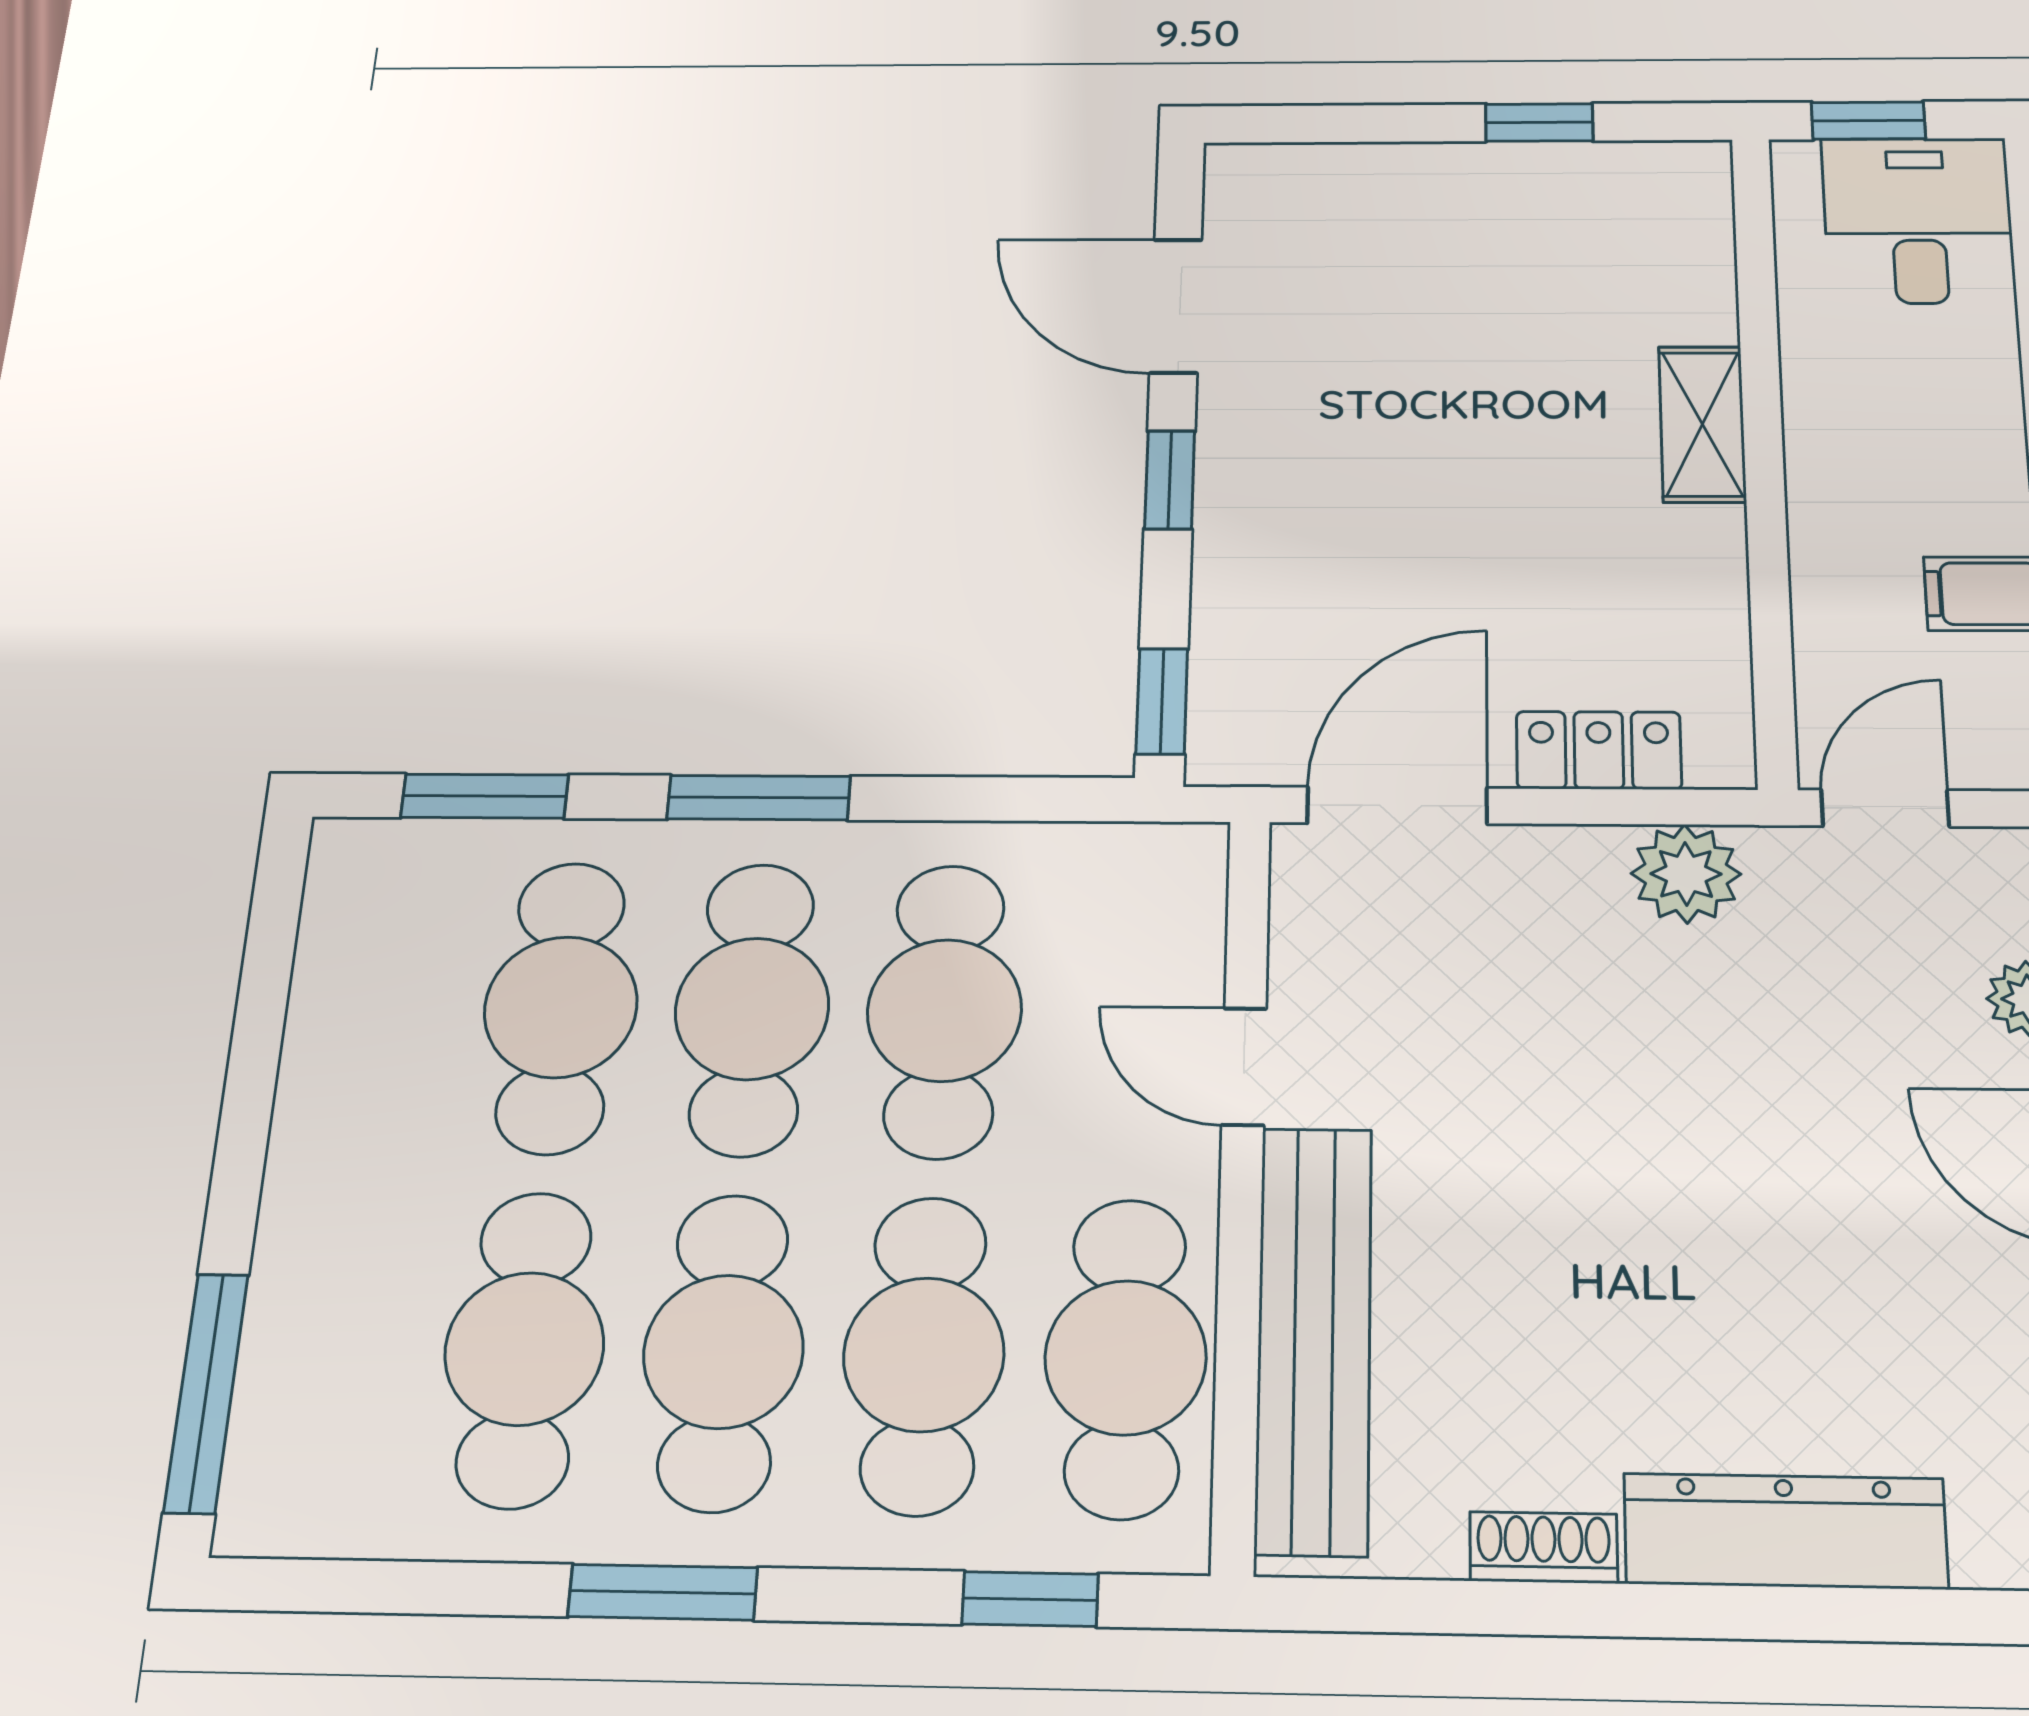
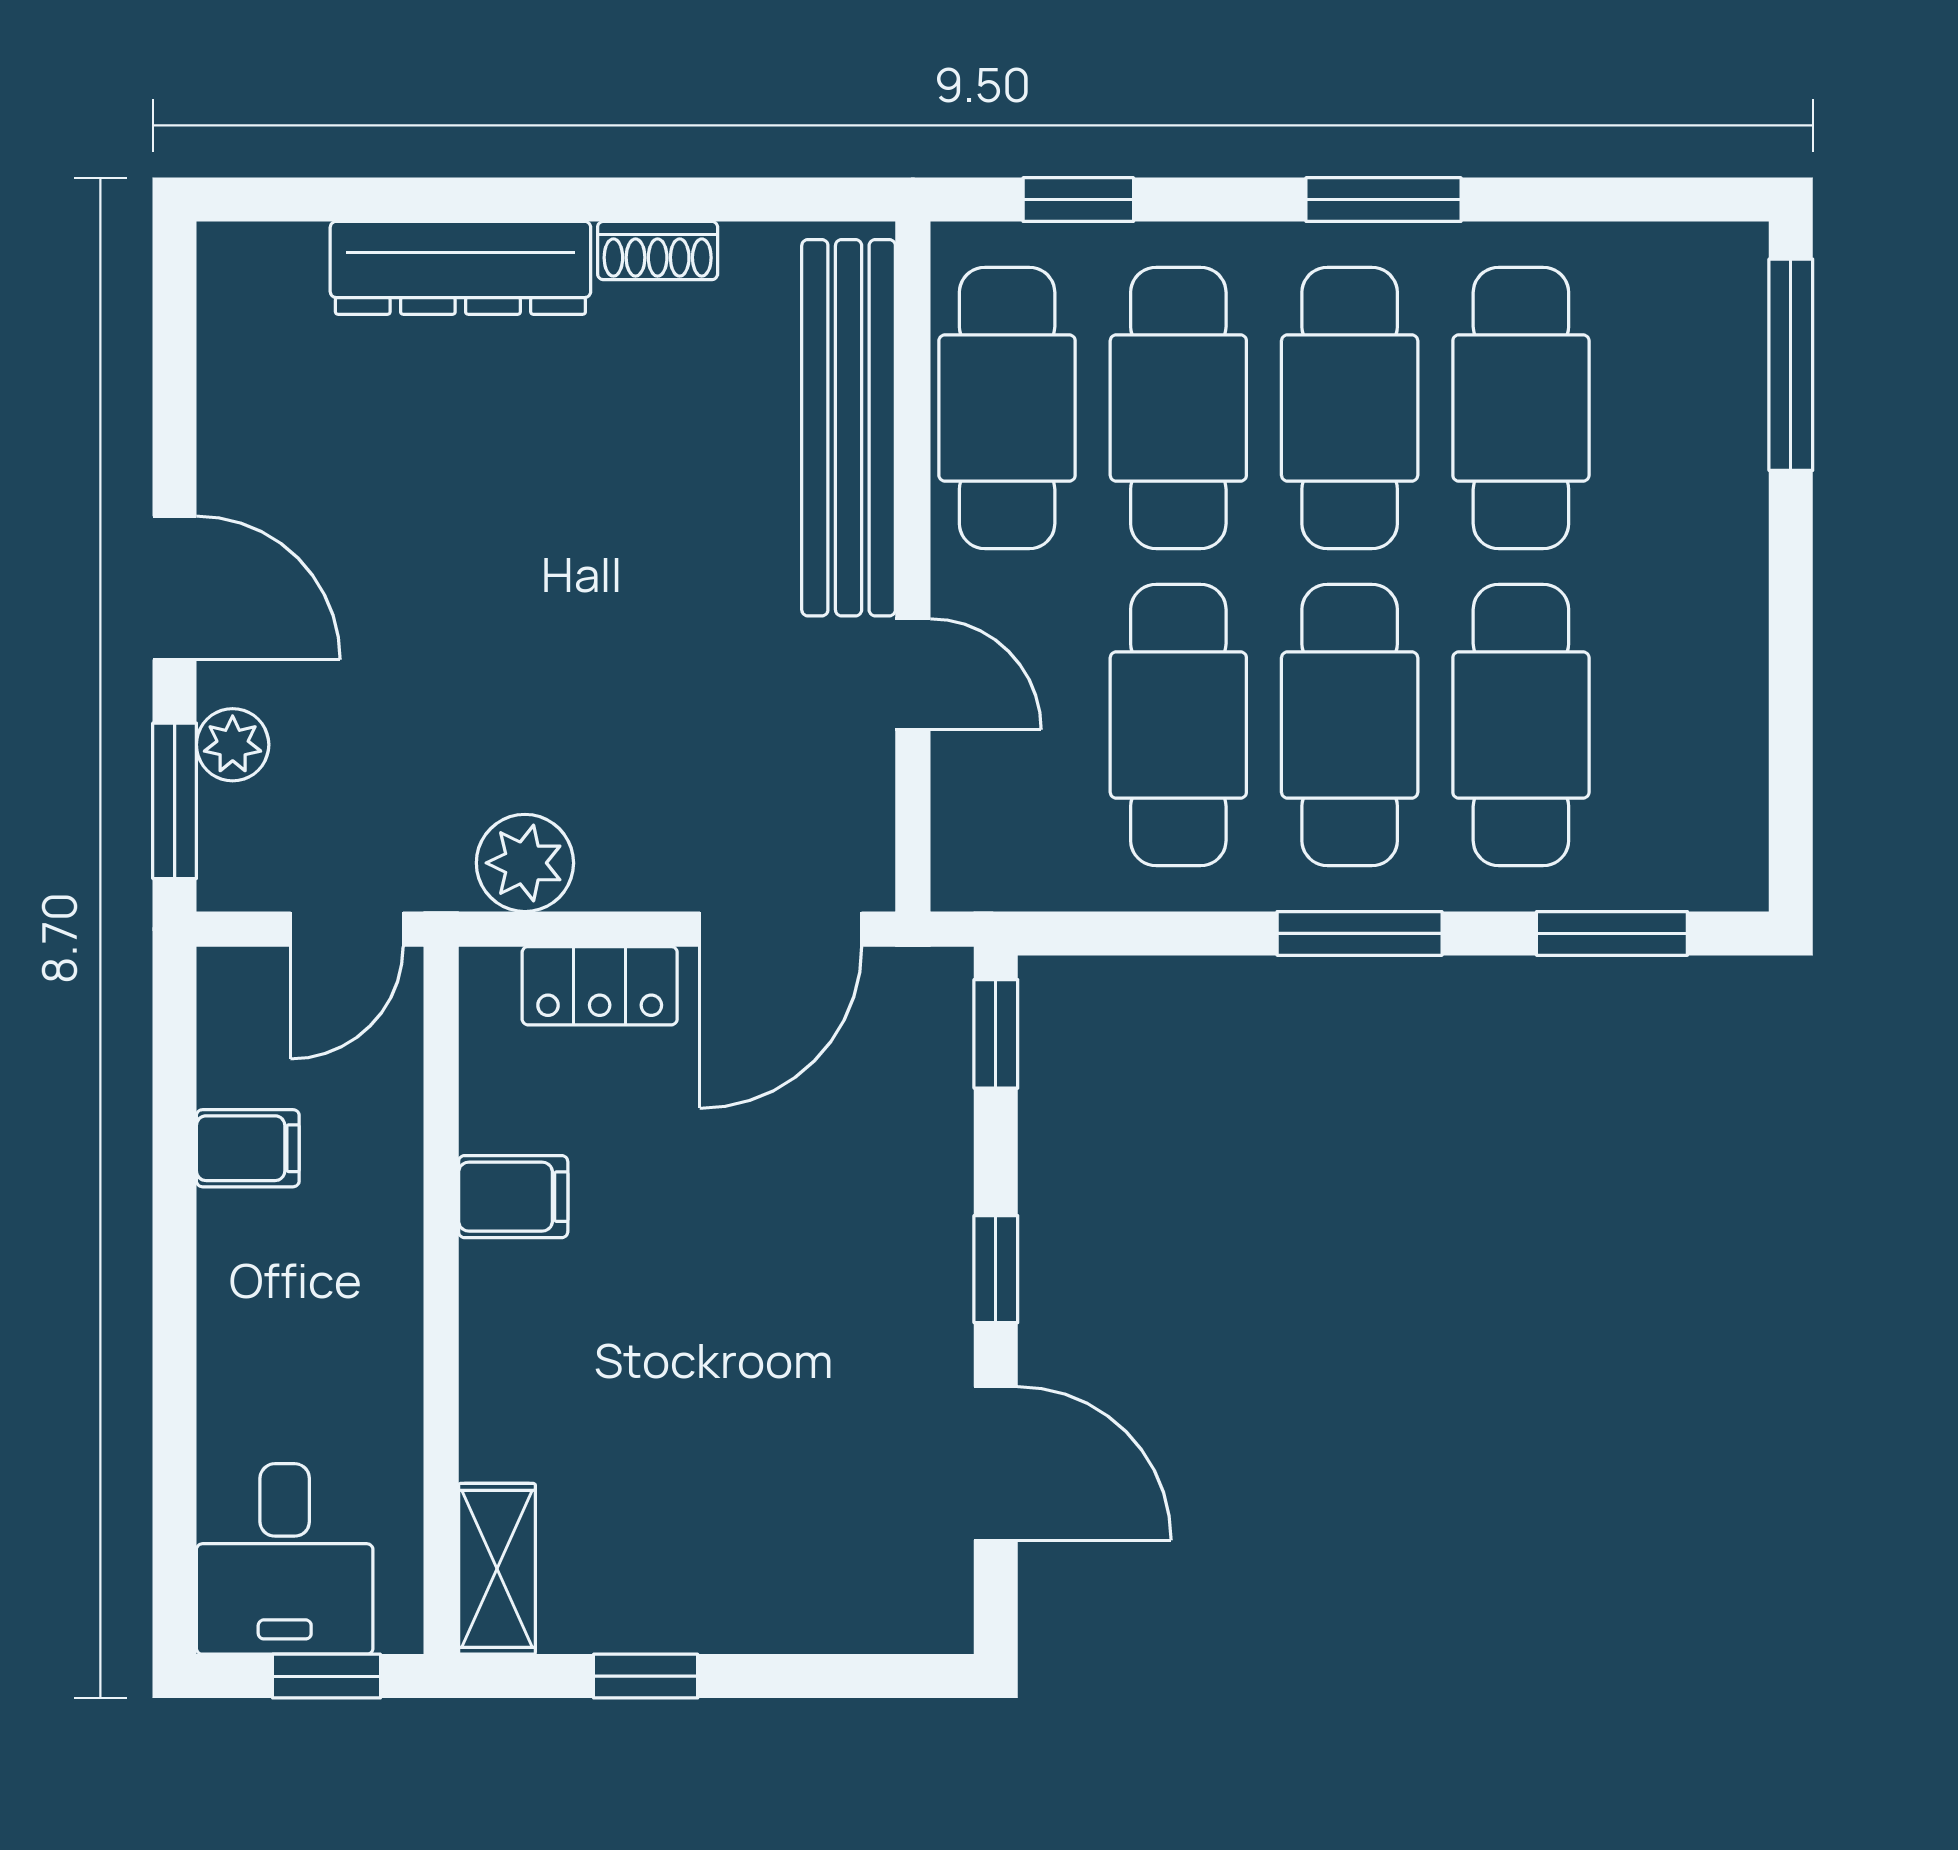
shelving: (1702, 424) -> (497, 1569), moved
filing cabinet: (1689, 547) -> (513, 1197), added

